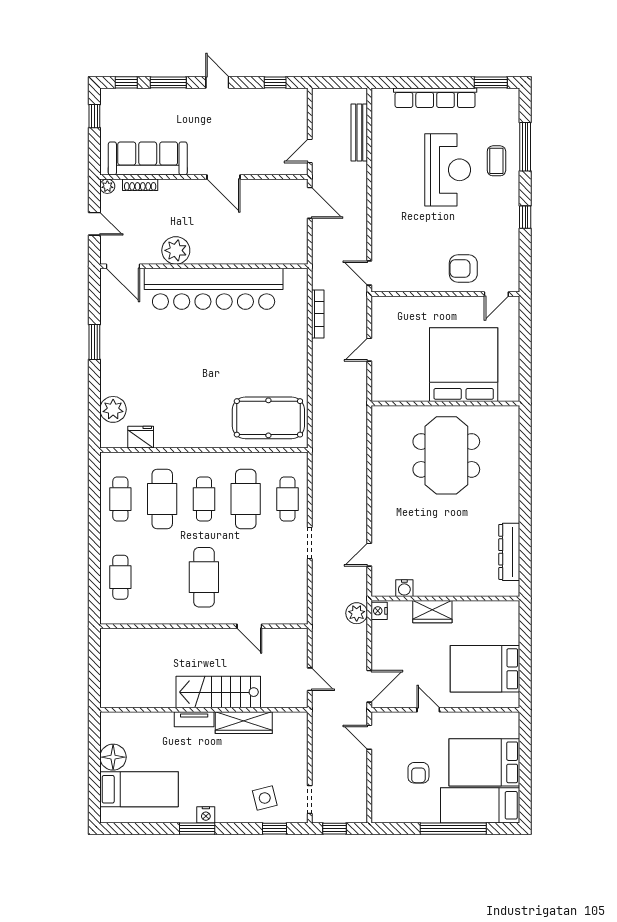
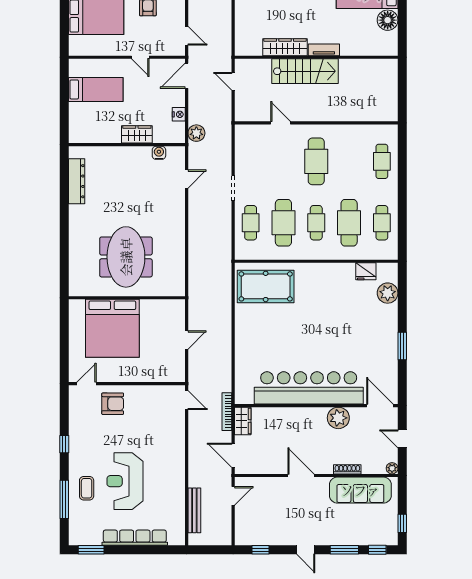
shoe rack: (140, 185) -> (347, 469), moved
wardrobe: (298, 246) -> (243, 421), added
bookcase: (318, 314) -> (227, 412), moved
nightstand: (379, 611) -> (179, 114), moved
bed: (485, 669) -> (96, 89), width x0.67

